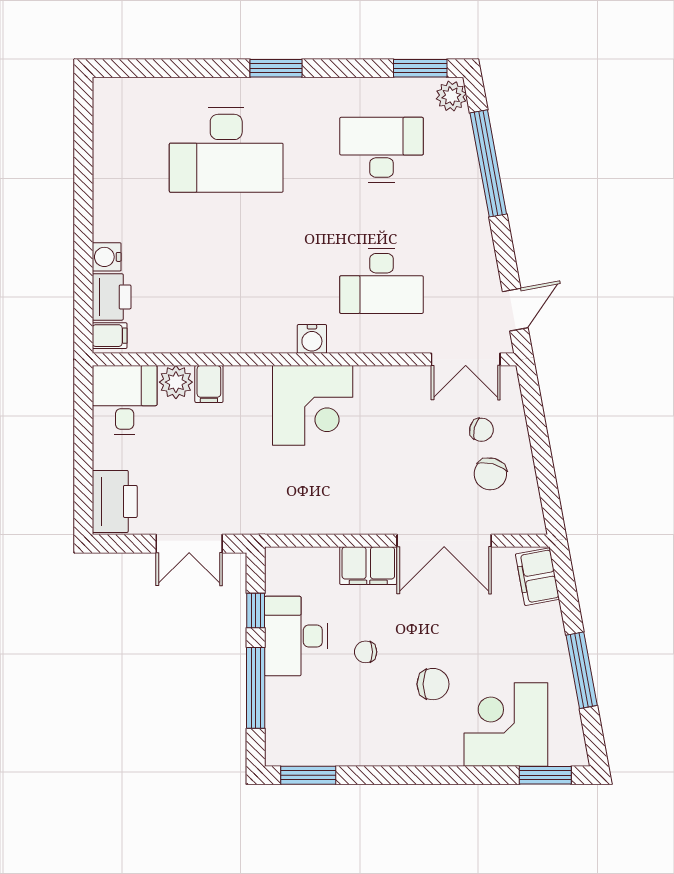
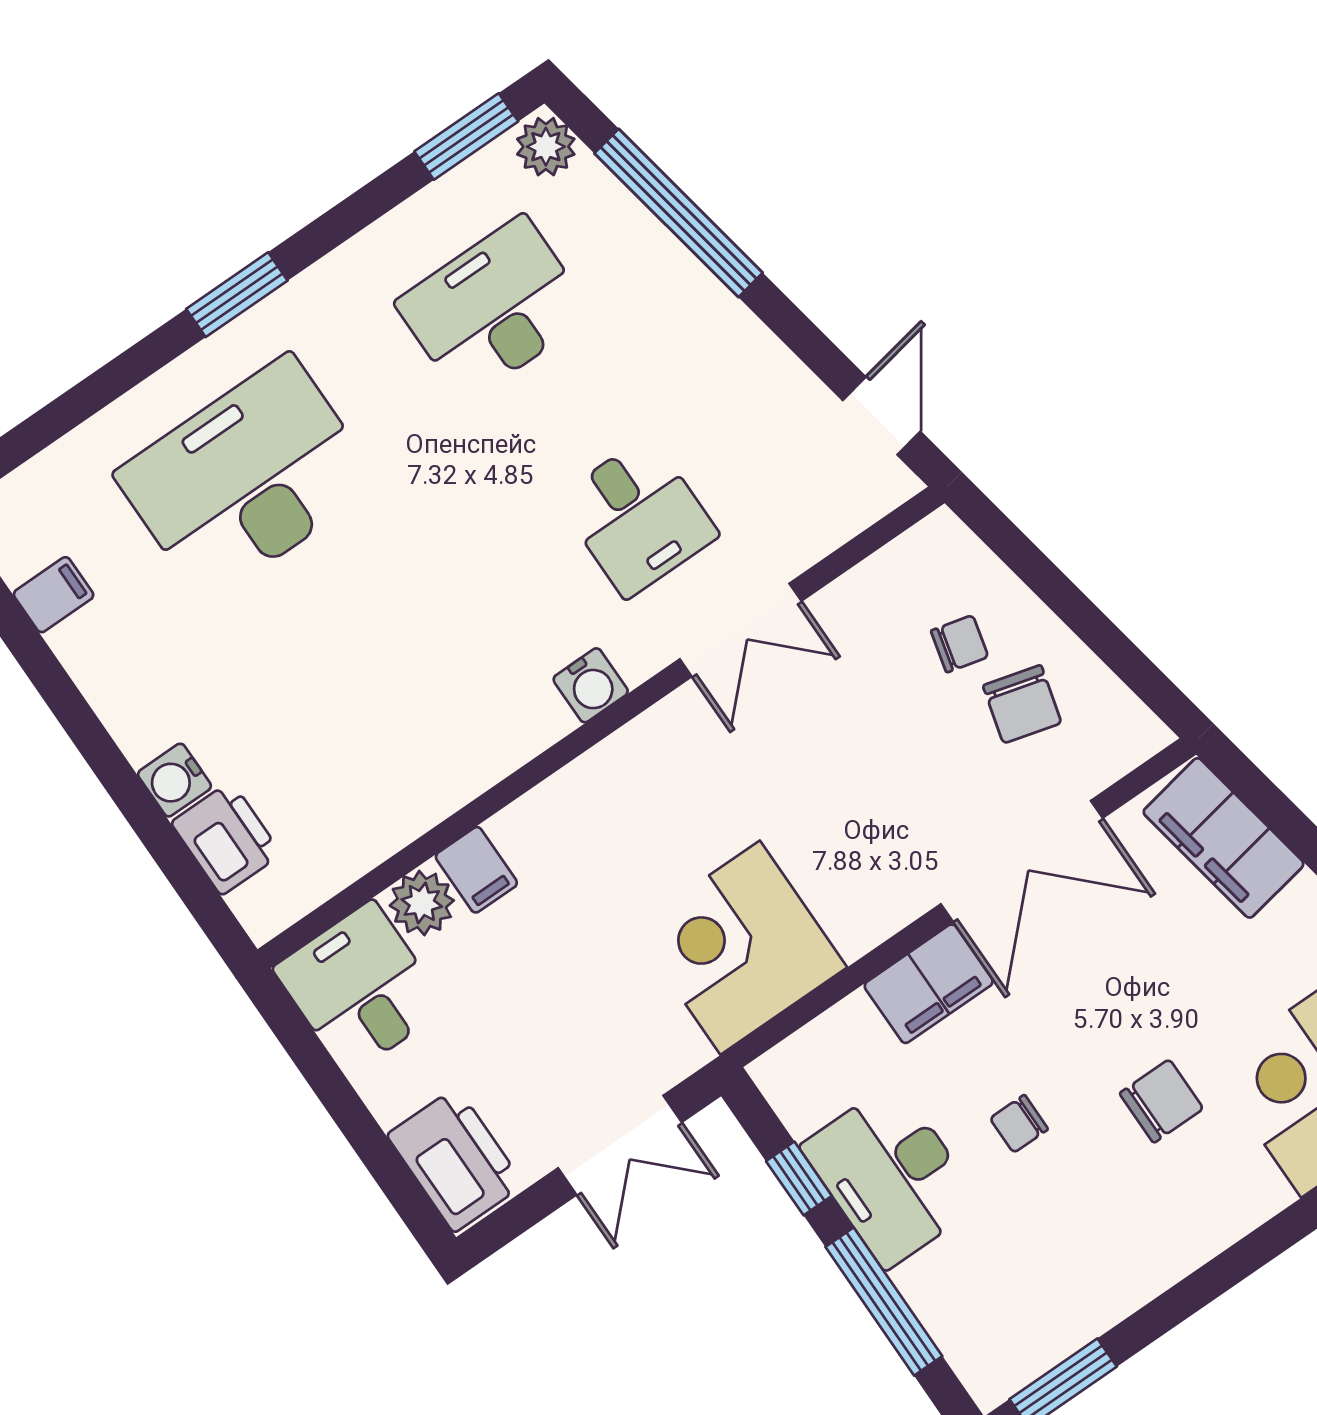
desk: (226, 150) -> (247, 479), turned 180
desk: (382, 281) -> (638, 517), width x0.73
filing cabinet: (110, 336) -> (54, 595), moved
double door: (466, 359) -> (741, 630), moved
corner desk: (313, 405) -> (740, 948), moved, turned 180
filing cabinet: (537, 577) -> (1224, 838), width x1.50, depth x1.17

